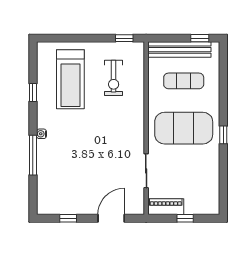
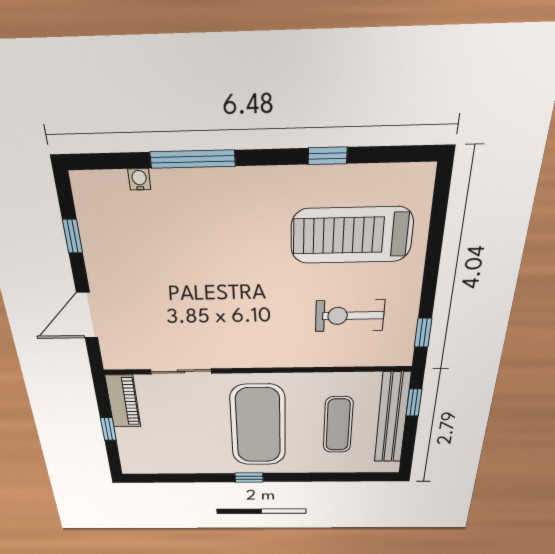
window: (200, 38) -> (414, 403), moved
water cooler: (41, 134) -> (139, 179), moved
door: (111, 218) -> (87, 315), swing flipped

